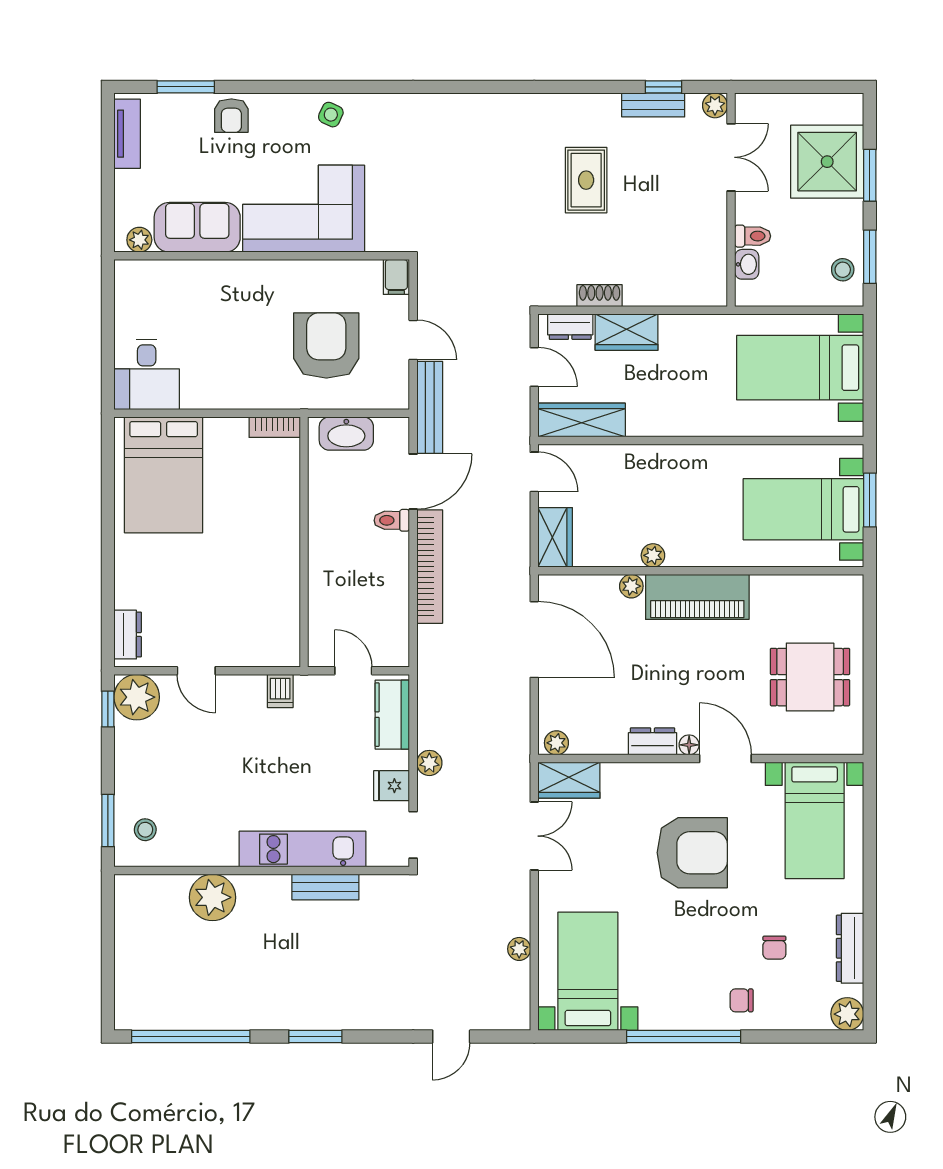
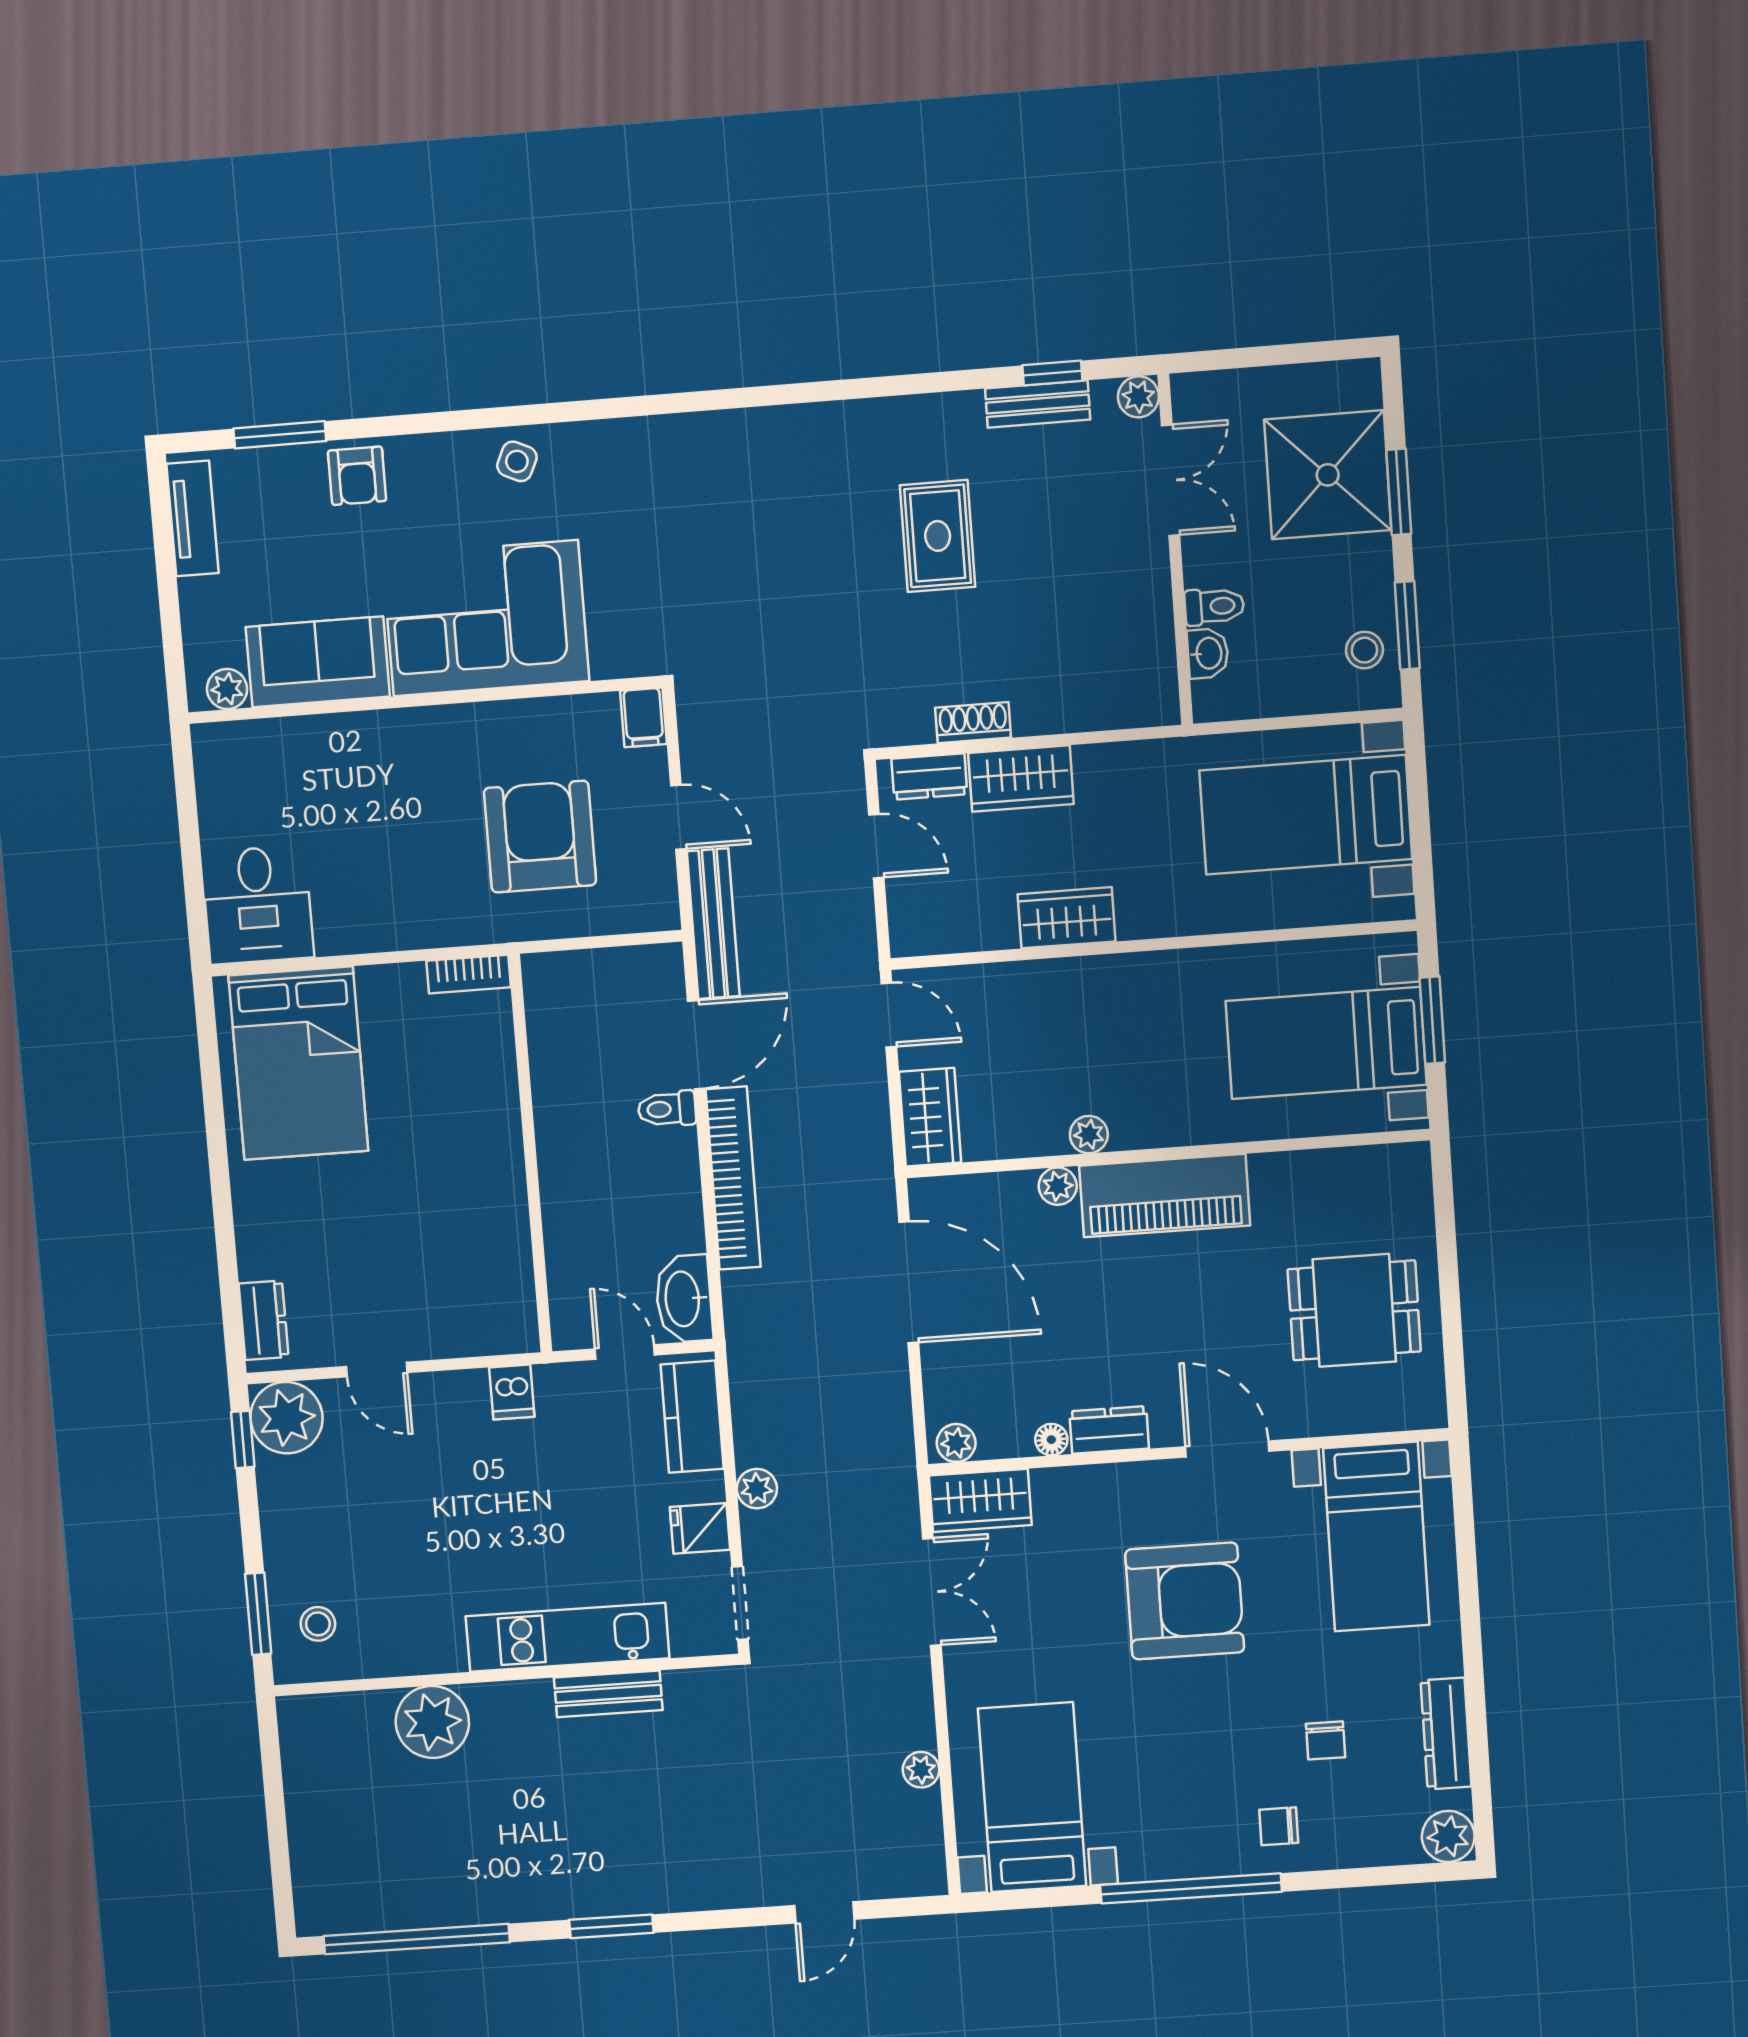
wardrobe: (582, 420) -> (1067, 918), moved, width x0.67
washbasin: (346, 434) -> (684, 1299), moved, turned 90
floor lamp: (689, 745) -> (1051, 1440), moved

